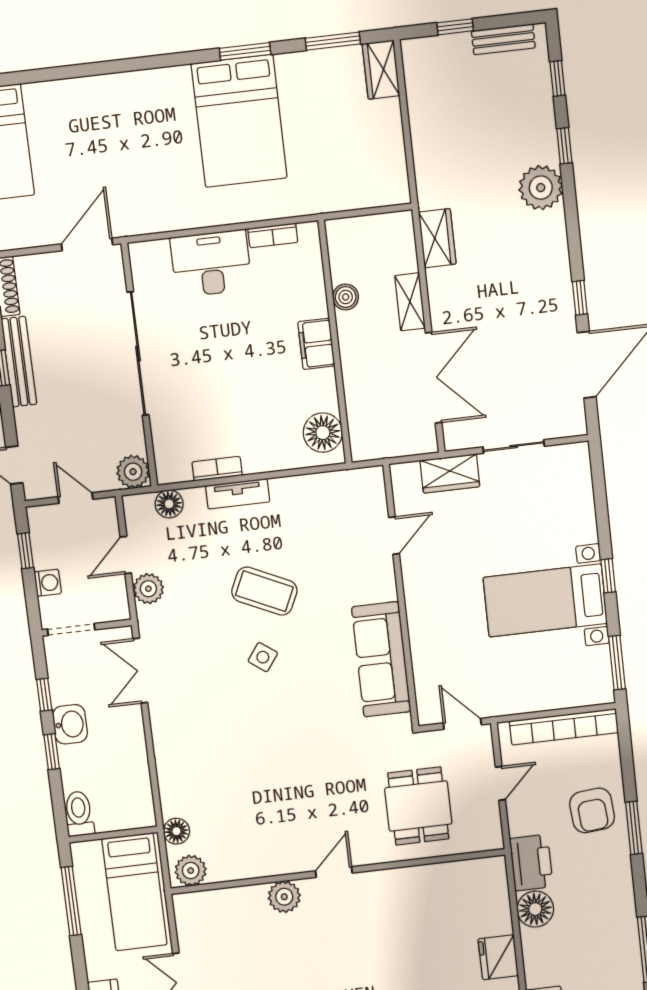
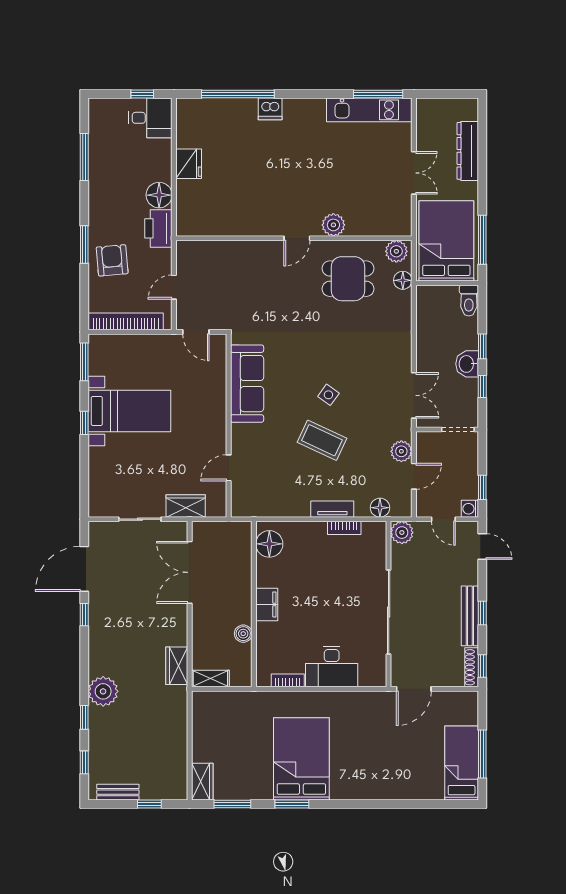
shelving: (410, 302) -> (210, 679), moved, turned 90
washing machine: (48, 583) -> (470, 509), moved
dining table: (418, 806) -> (348, 279), moved, turned 90
bed: (134, 892) -> (446, 241), width x1.50

